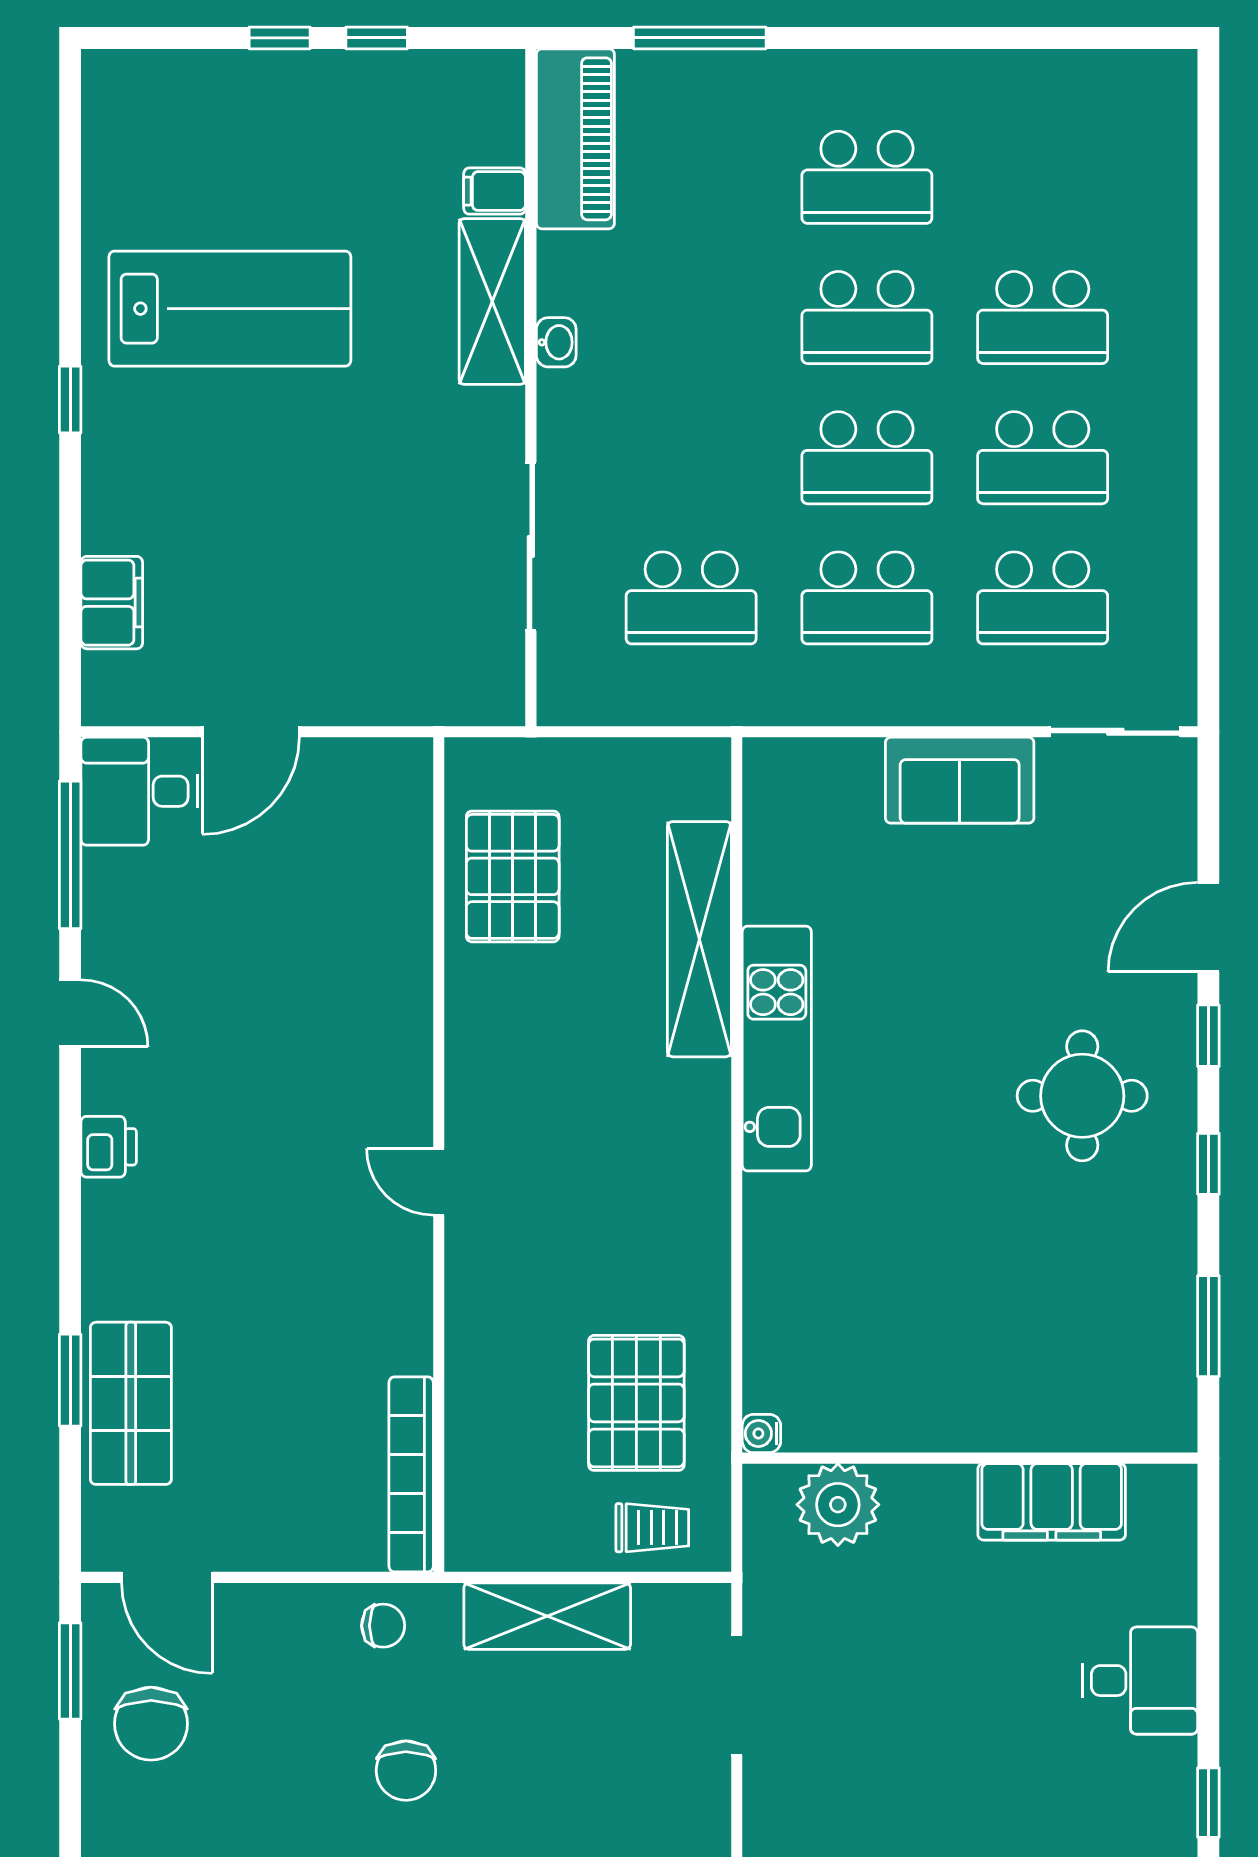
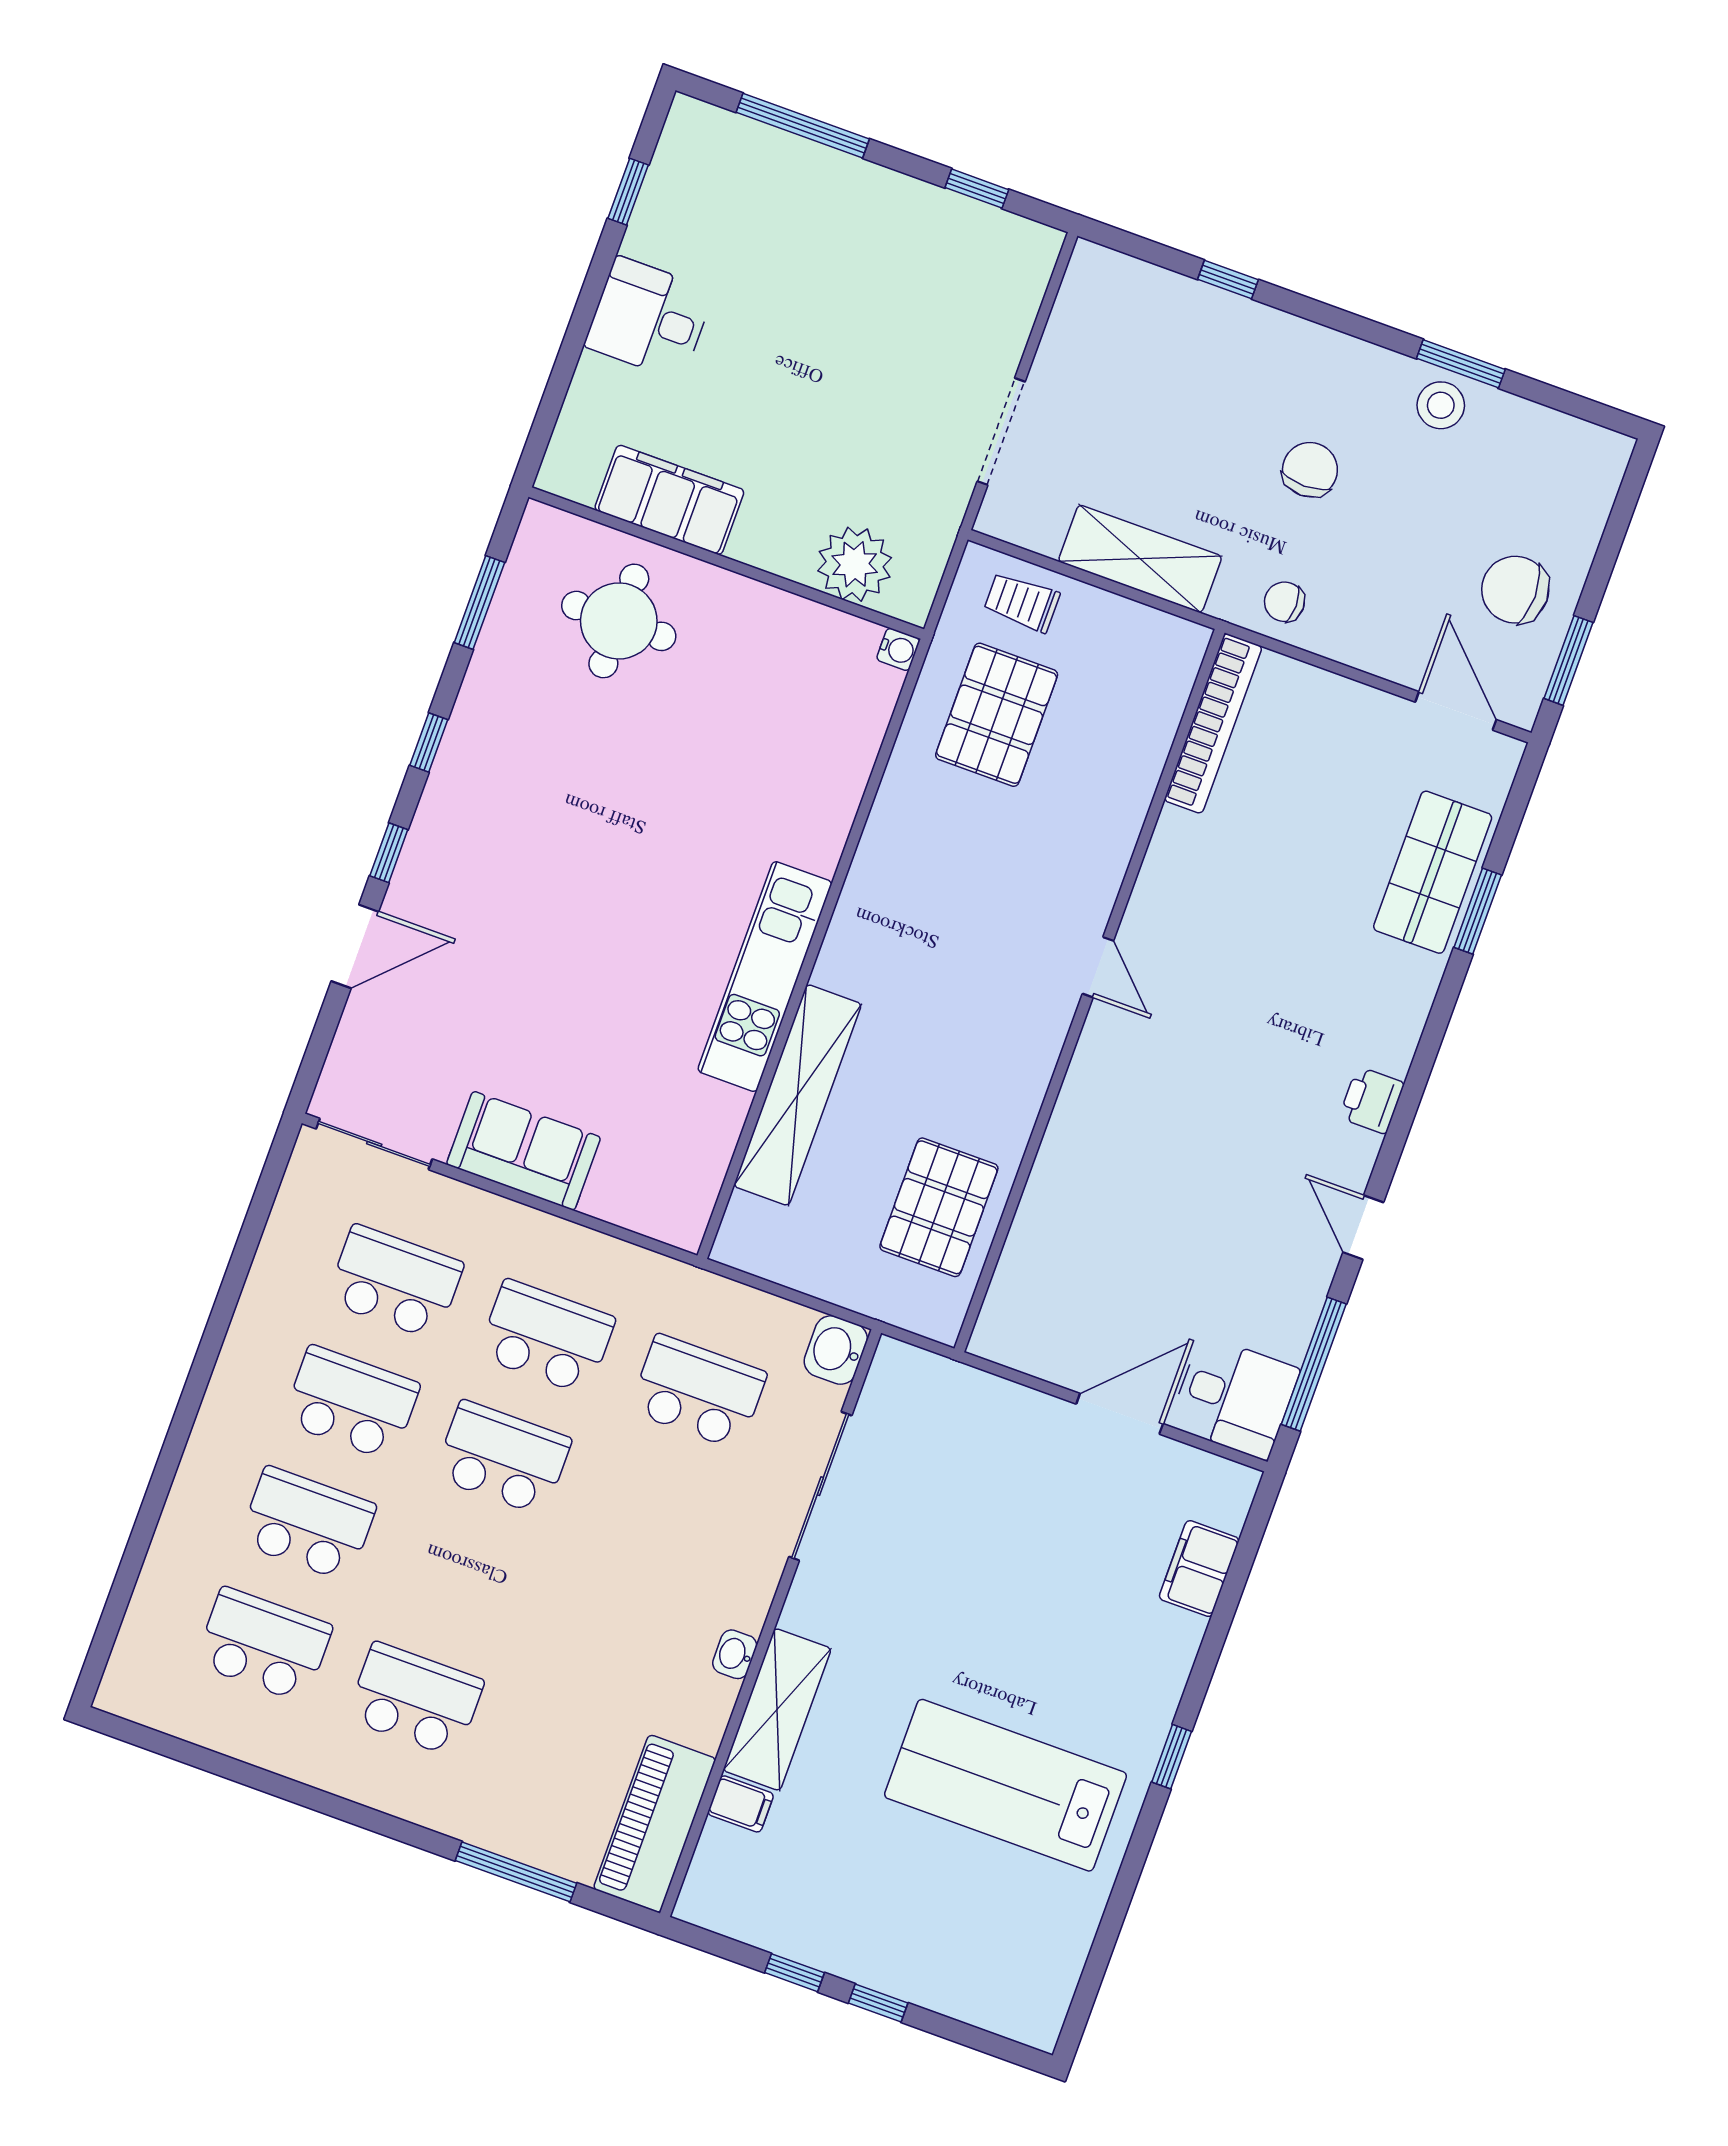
school desk: (867, 317) -> (264, 1645), moved
washbasin: (565, 692) -> (836, 1350), added
round table: (1082, 1096) -> (619, 621), moved
chair: (151, 1724) -> (1515, 590), turned -90

